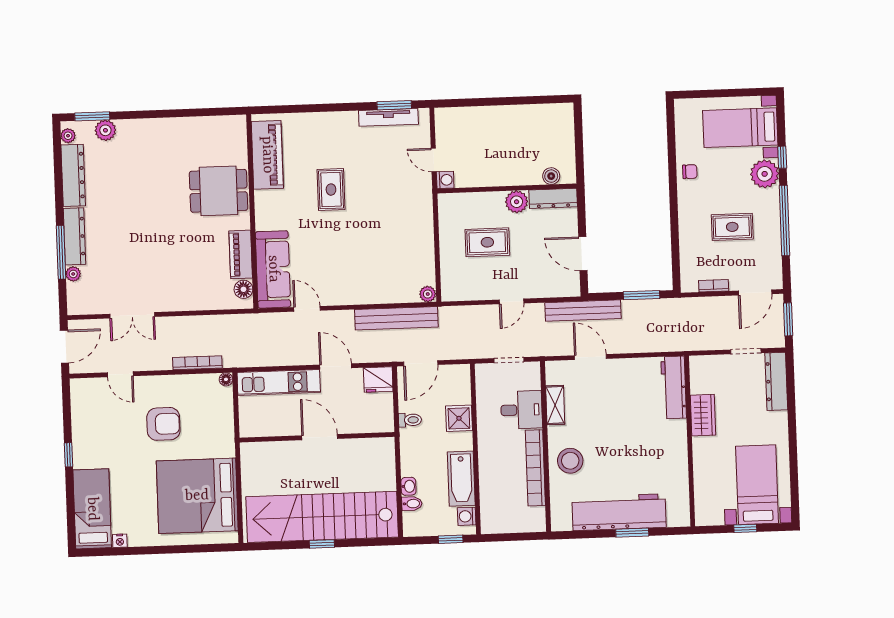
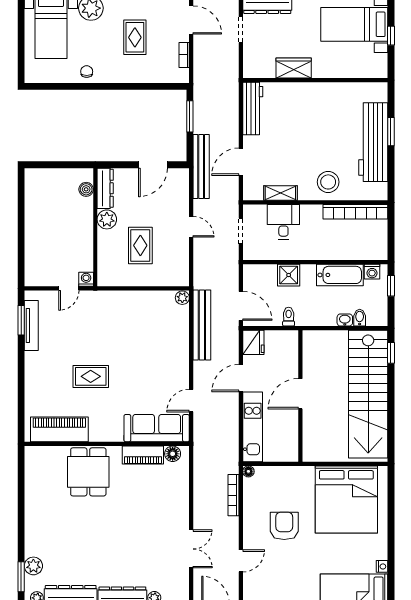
workbench: (674, 387) -> (253, 108), moved, turned -90
bookcase: (535, 468) -> (355, 212), moved
window: (322, 544) -> (391, 353), moved

